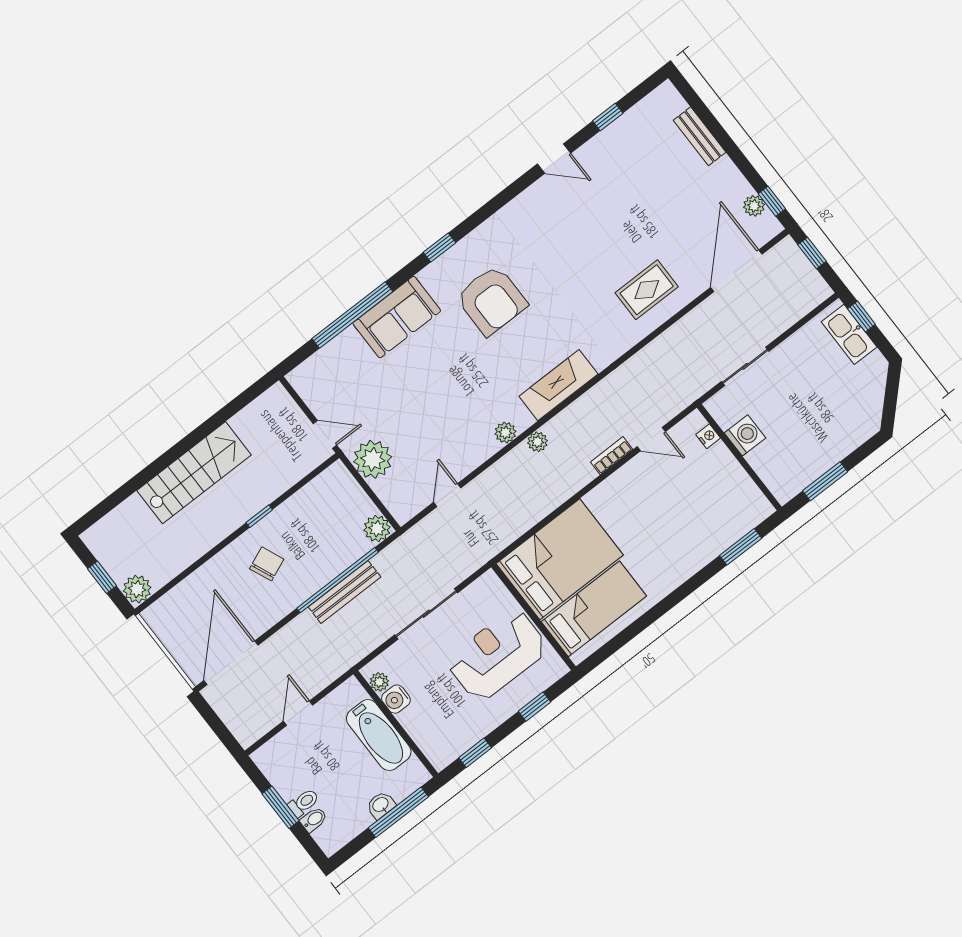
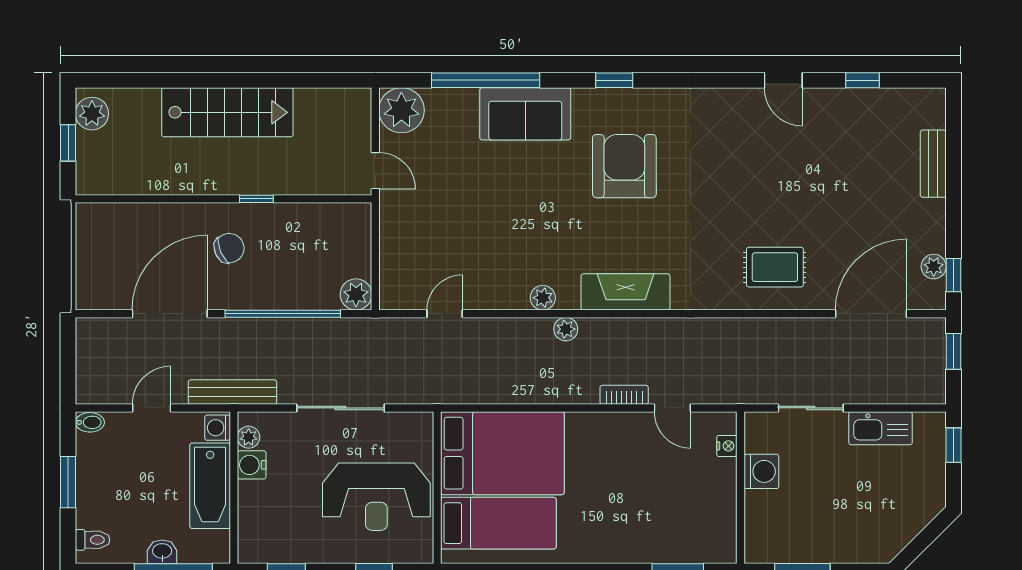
armchair: (491, 300) -> (624, 166), turned 180
kitchen sink: (849, 334) -> (880, 428), moved, turned -90
plant: (373, 459) -> (401, 110), moved
plant: (137, 589) -> (92, 114), moved
bench: (345, 592) -> (232, 392), moved
reception desk: (497, 655) -> (376, 497), turned 180
door: (231, 663) -> (170, 314), moved
washing machine: (353, 692) -> (218, 428), added
toilet: (304, 803) -> (93, 540), moved
bidet: (314, 820) -> (90, 422), moved

